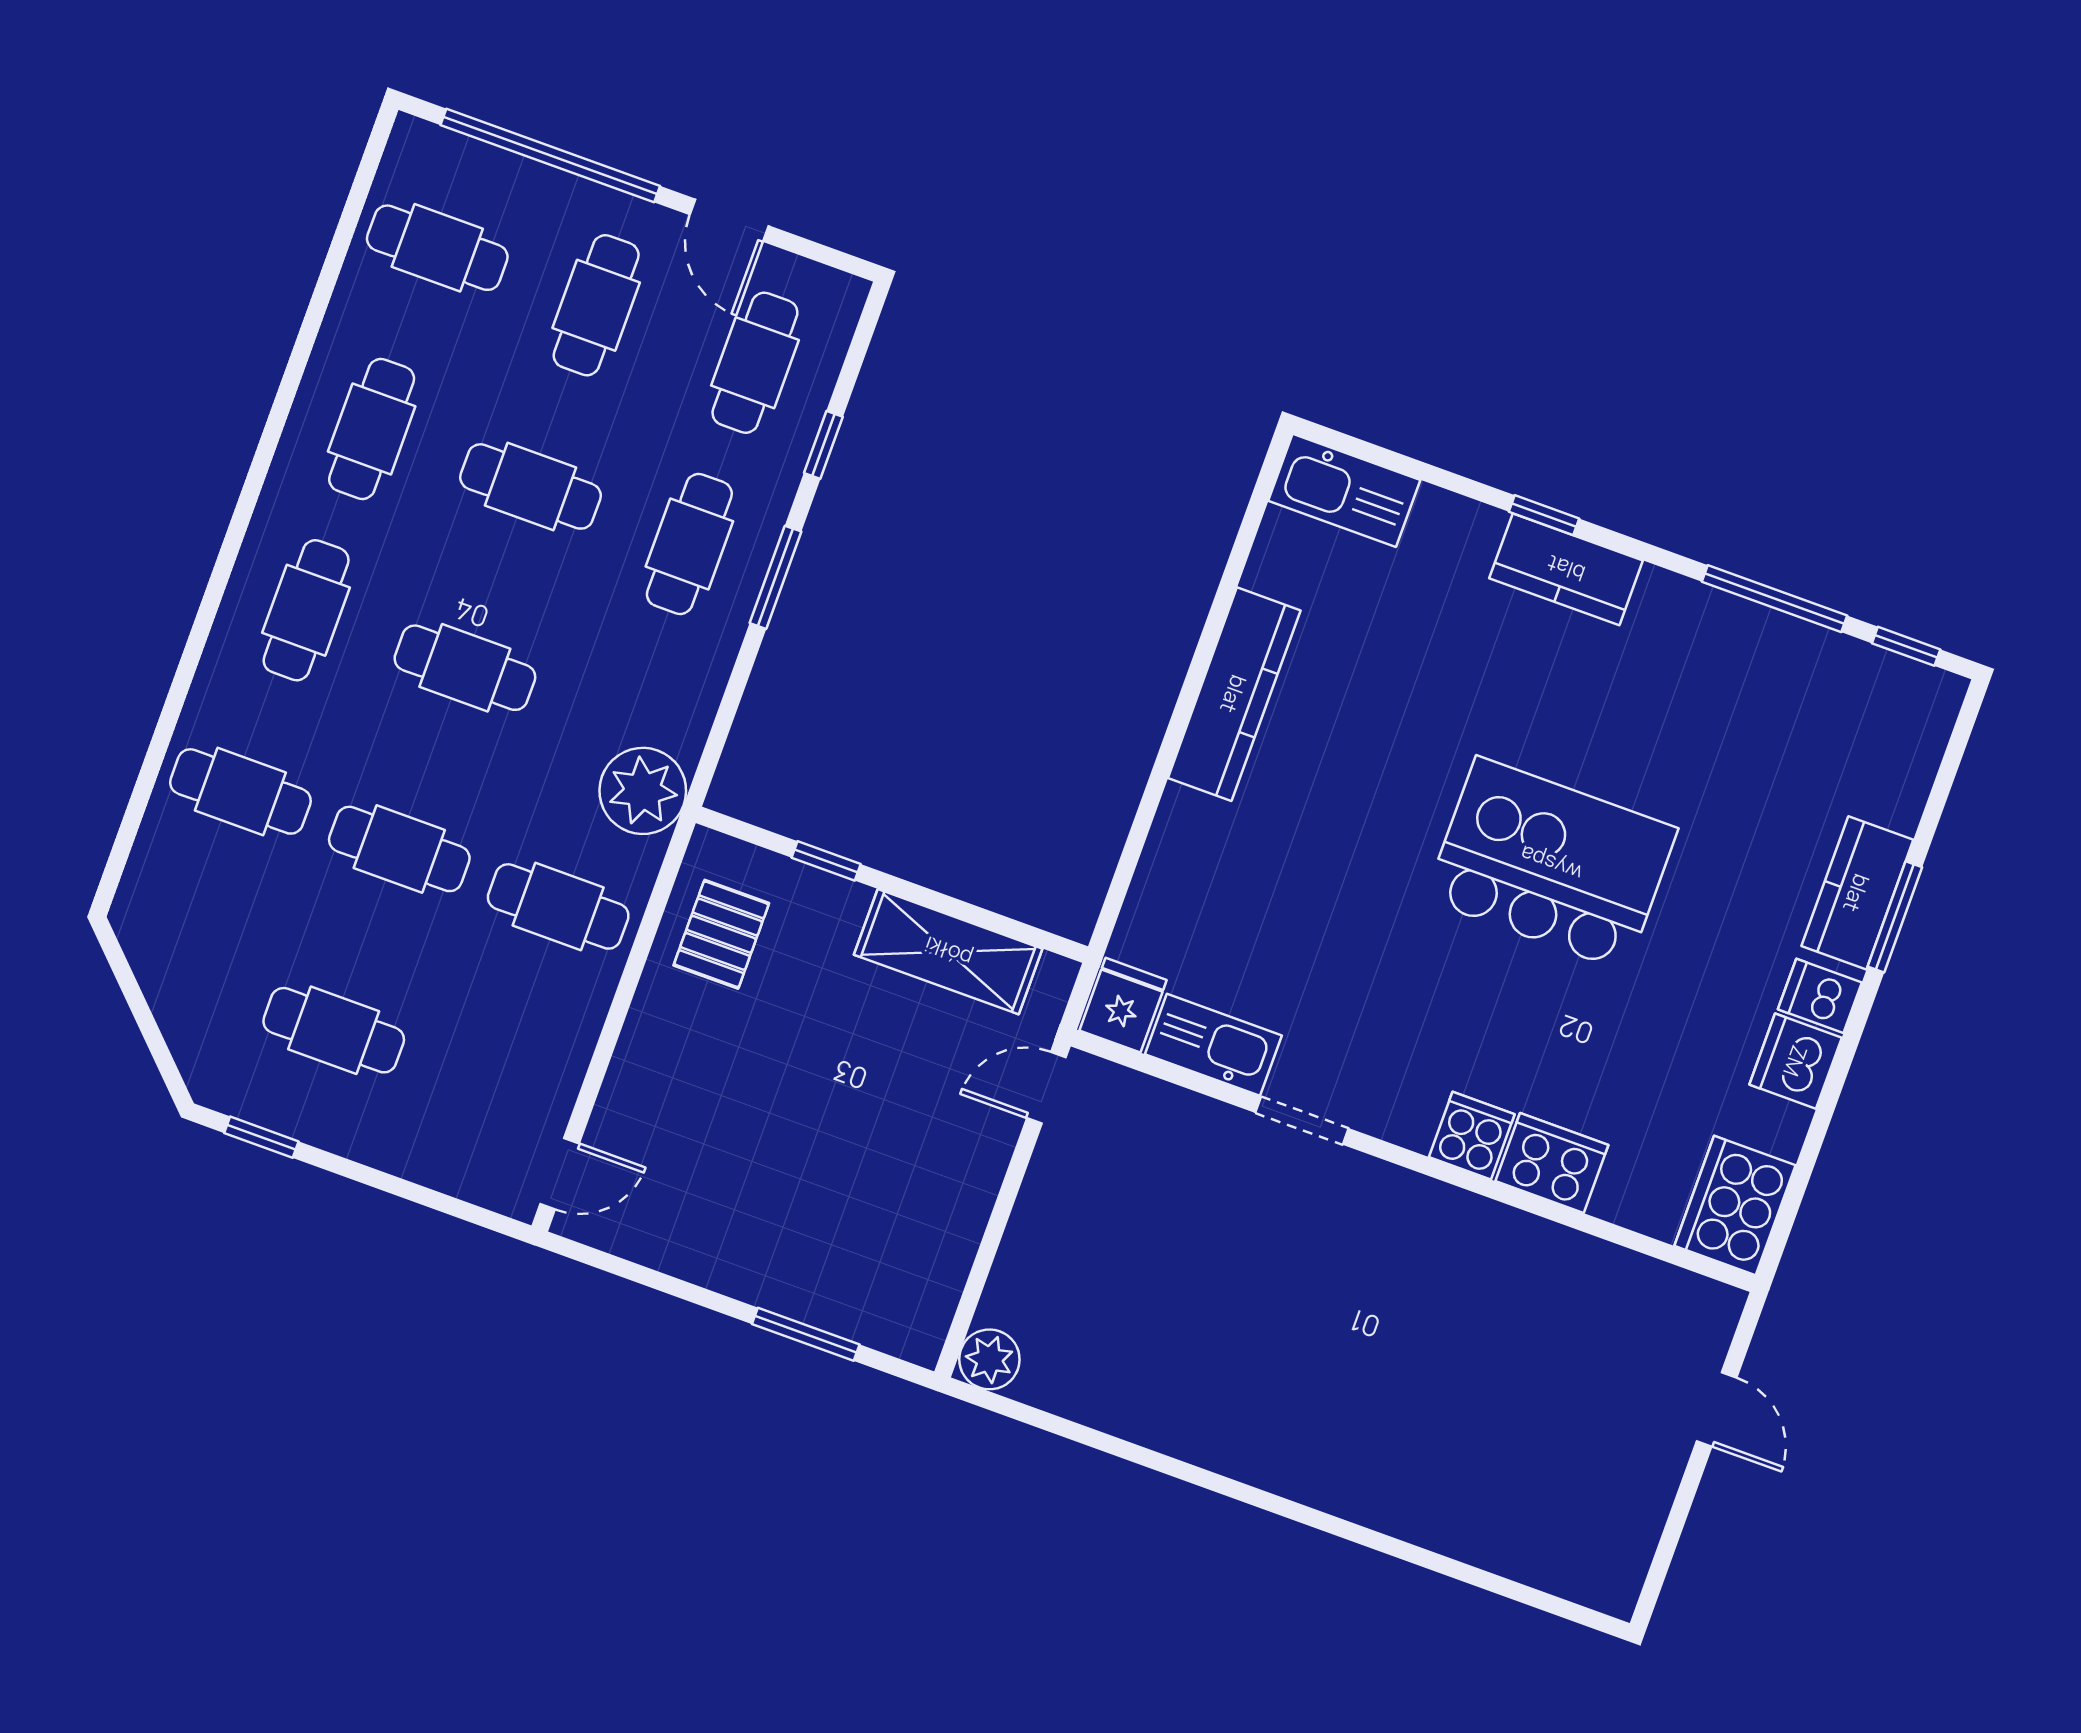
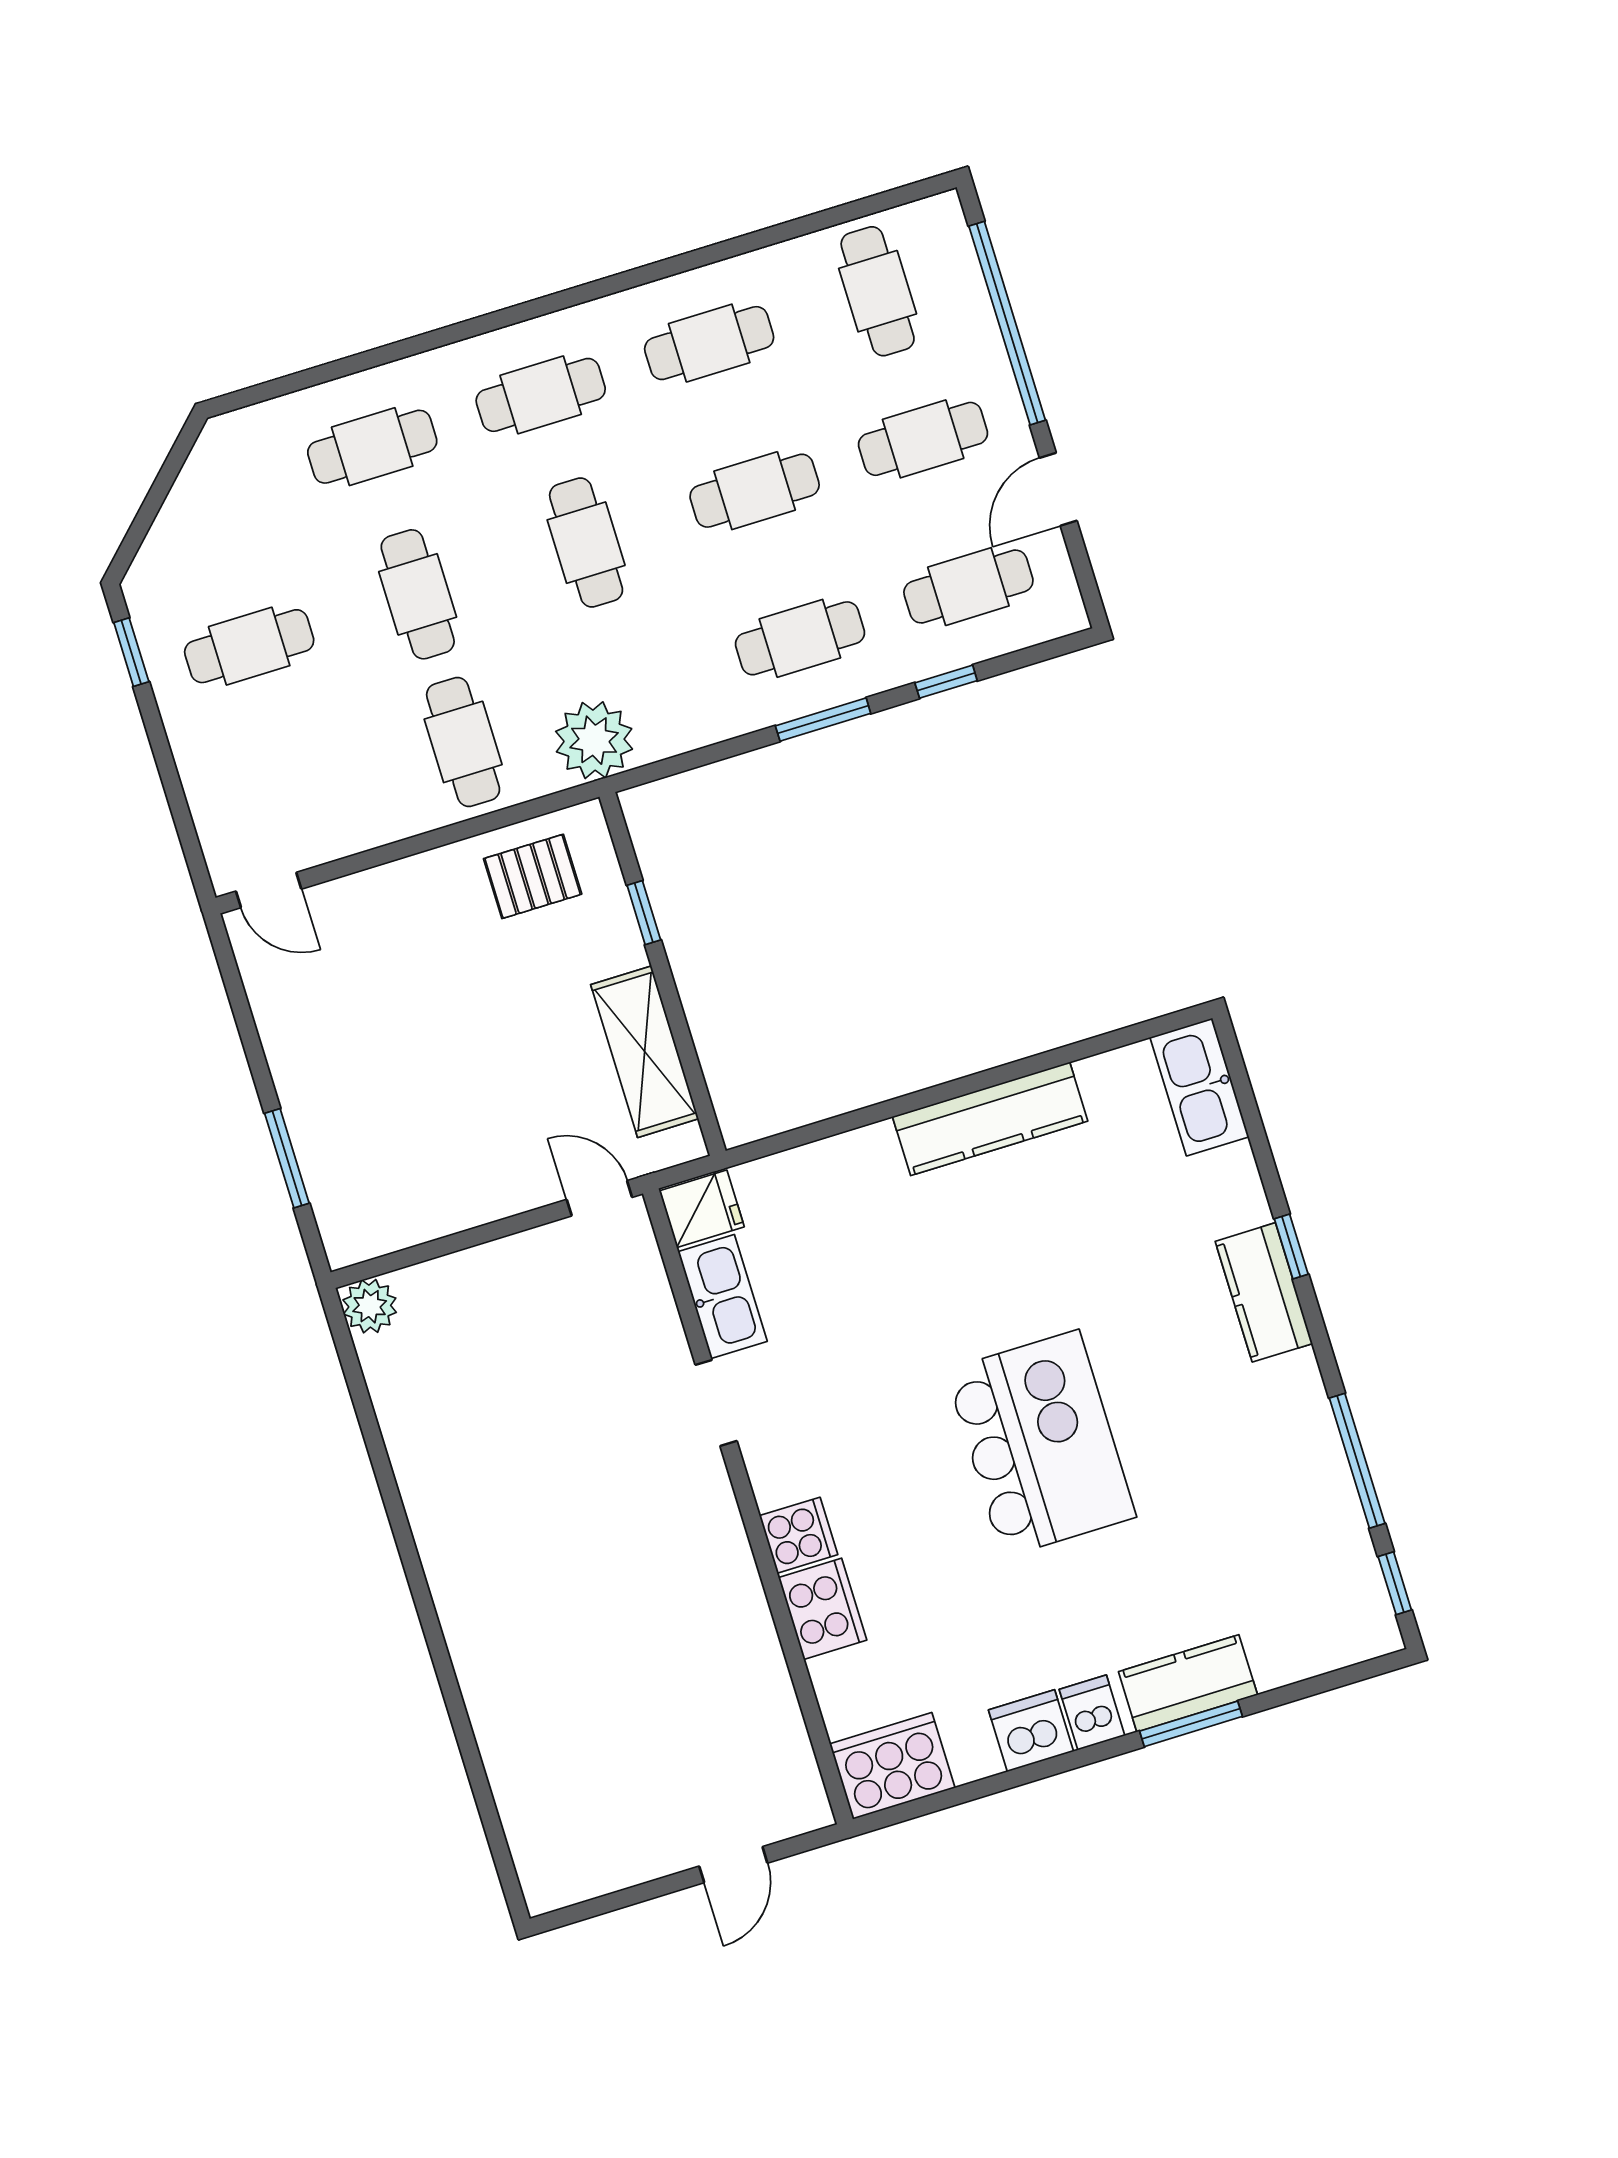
cafe table: (531, 486) -> (755, 491), turned 90
cafe table: (240, 791) -> (372, 447), turned 90
cafe table: (334, 1030) -> (249, 646), turned 90

